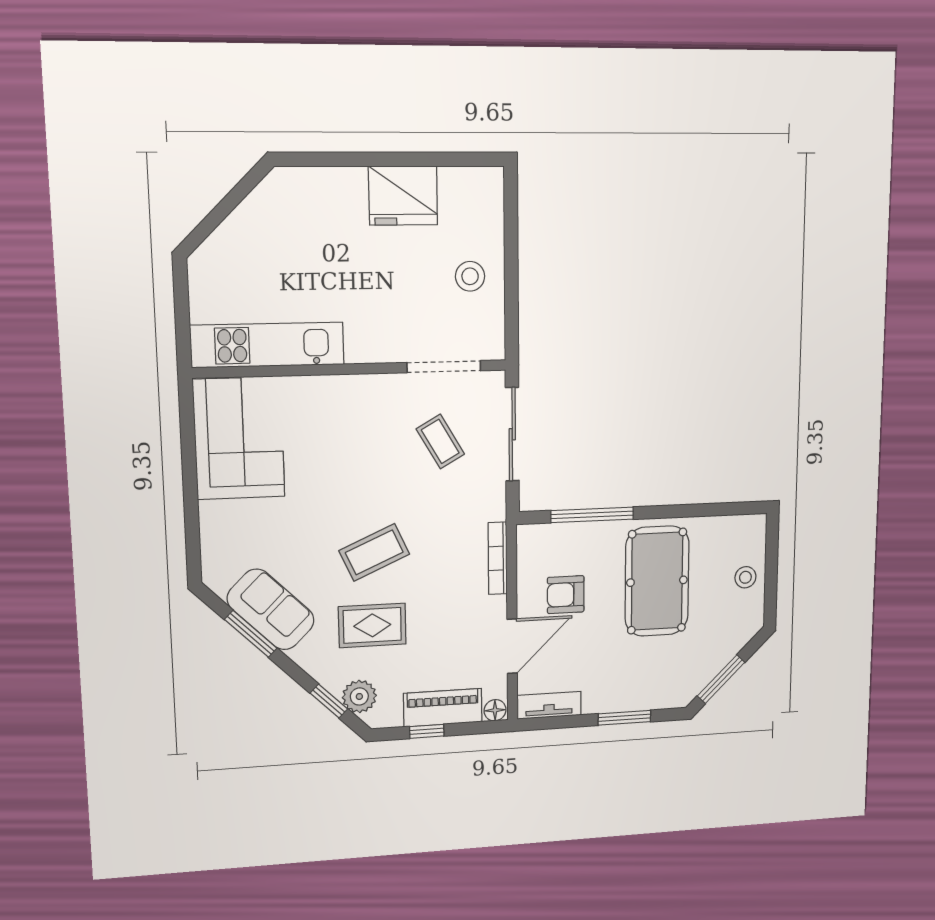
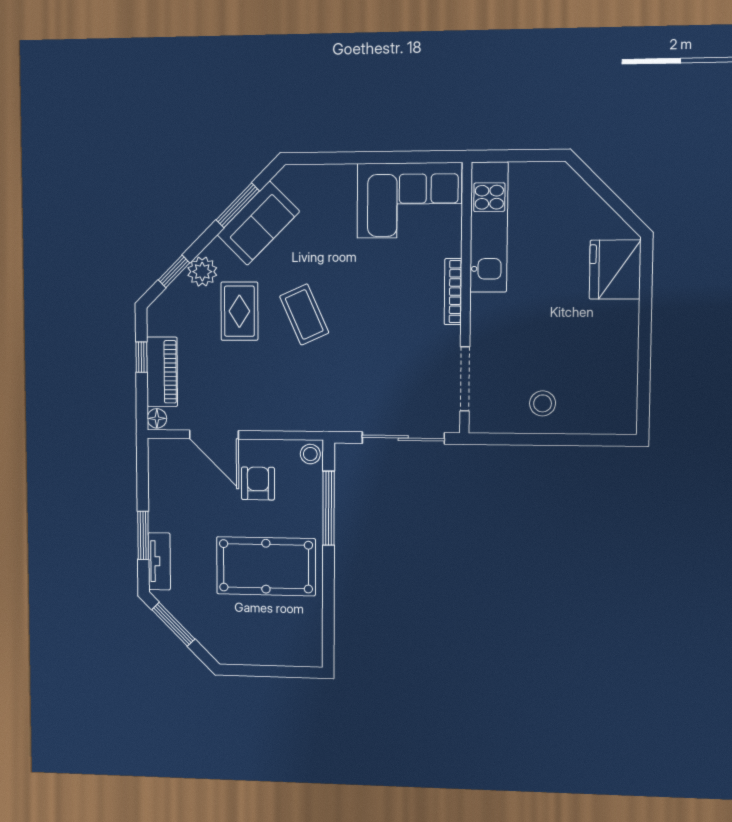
fridge: (403, 196) -> (615, 270), moved
coffee table: (440, 441) -> (399, 374), removed
bookcase: (498, 558) -> (453, 292), moved, turned -90
stool: (745, 577) -> (310, 454), moved
plant: (359, 696) -> (202, 272), moved
tv unit: (549, 705) -> (159, 561), moved

